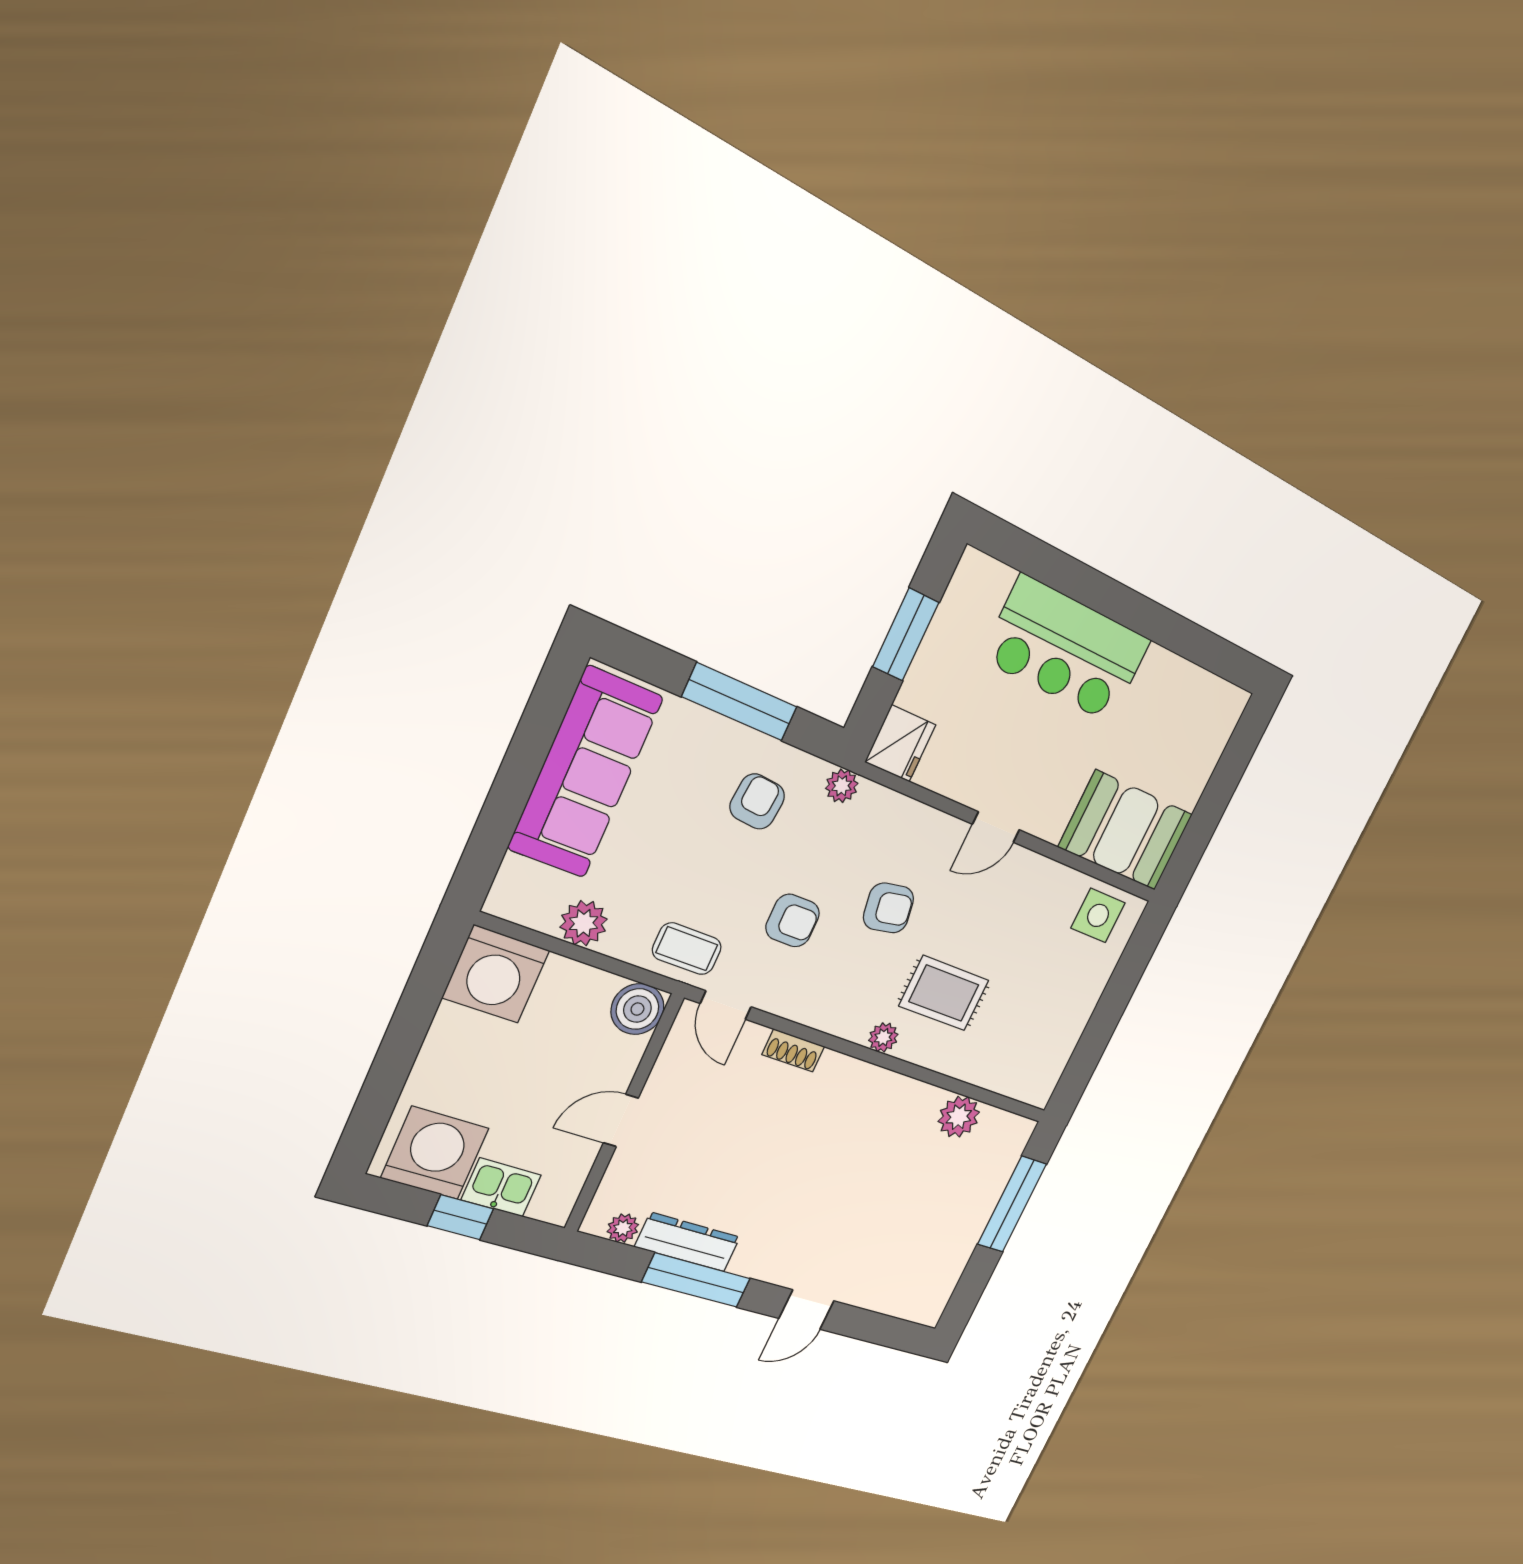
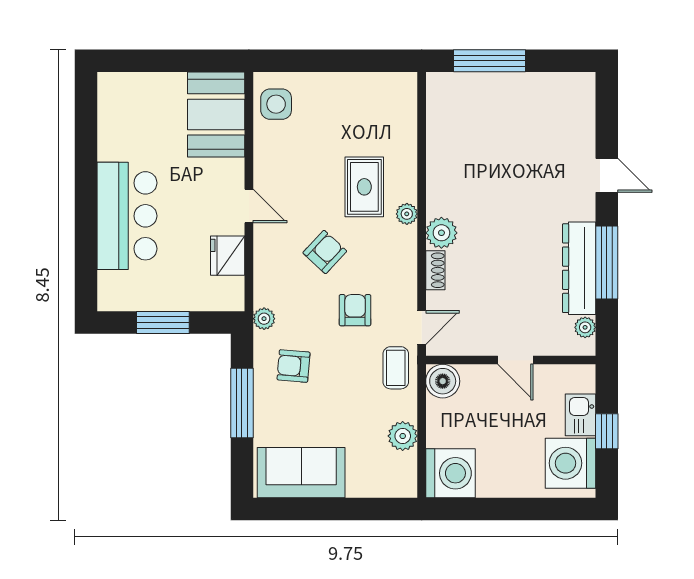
fridge: (900, 743) -> (228, 256), moved, turned -90
sofa: (585, 773) -> (301, 473), width x0.73
armchair: (888, 908) -> (325, 252), turned 53
plant: (959, 1117) -> (441, 233), moved
dresser: (688, 1242) -> (579, 268), width x1.37, depth x1.24

